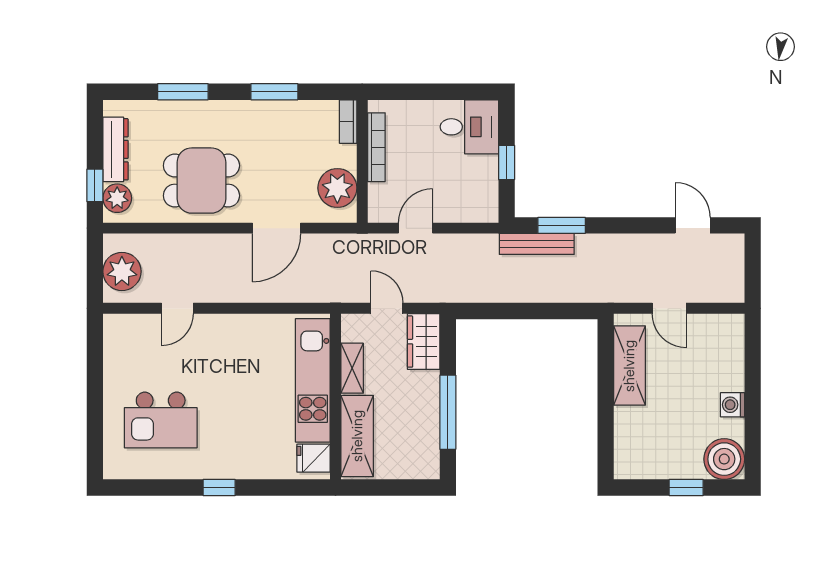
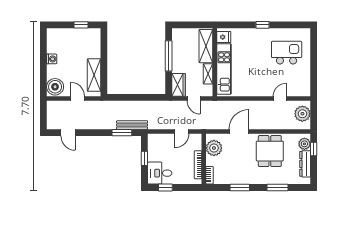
window: (456, 92) -> (165, 188), added
dining table: (201, 181) -> (270, 151), turned 90
boiler: (724, 459) -> (55, 87), moved
window: (686, 488) -> (81, 25), moved

